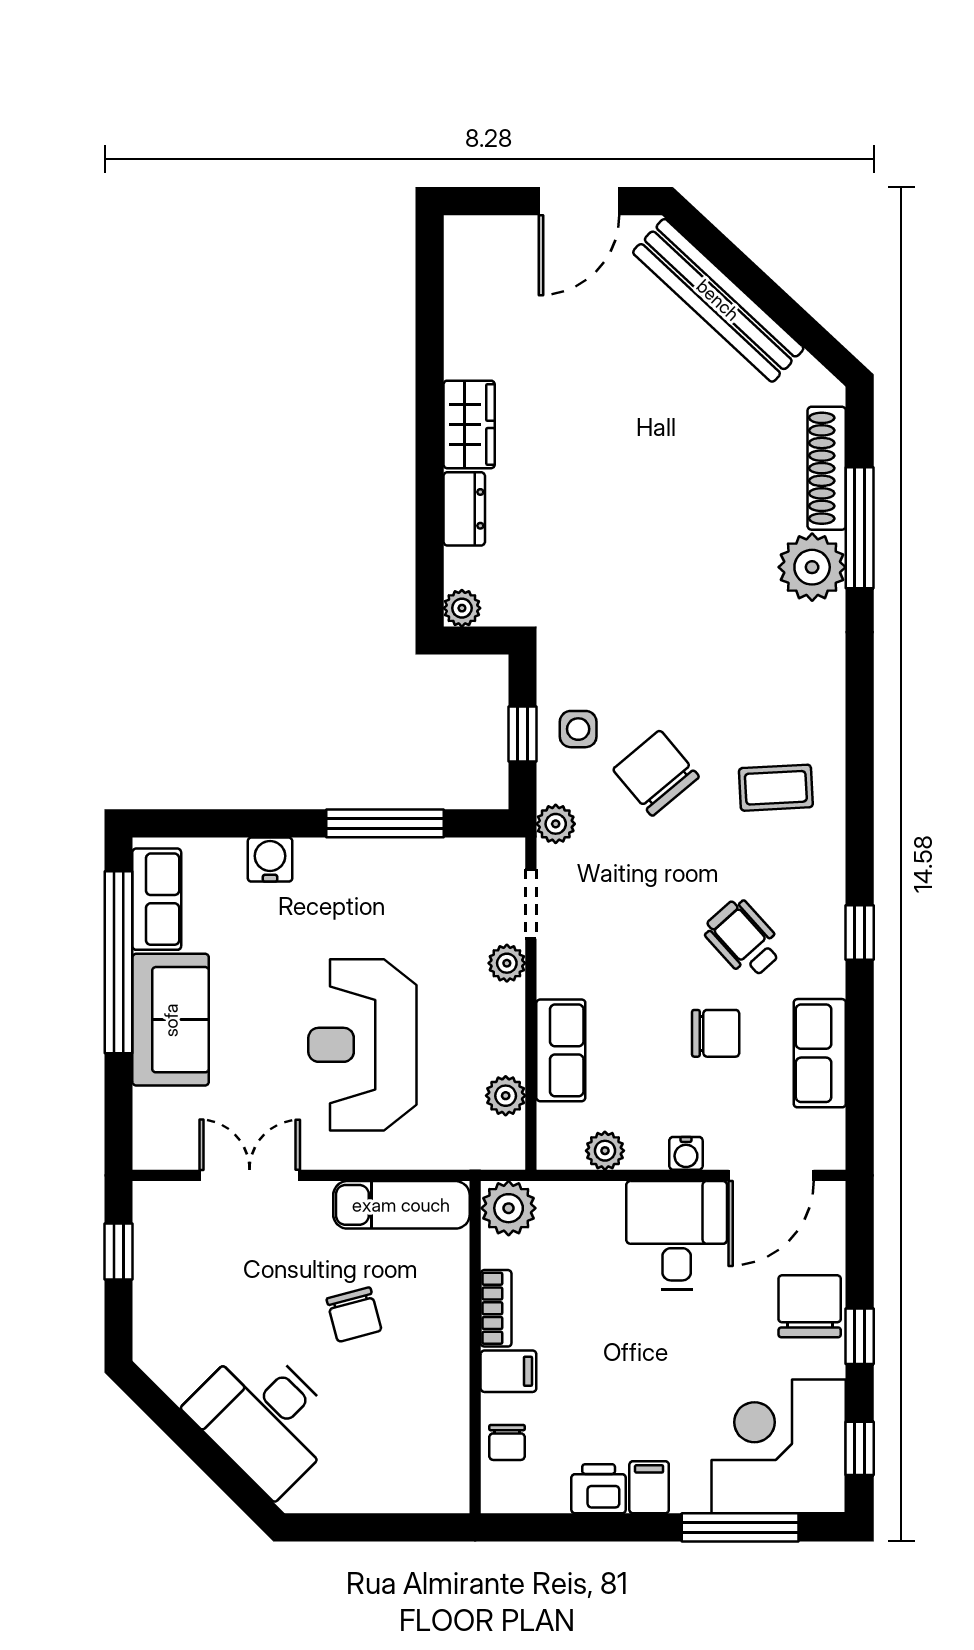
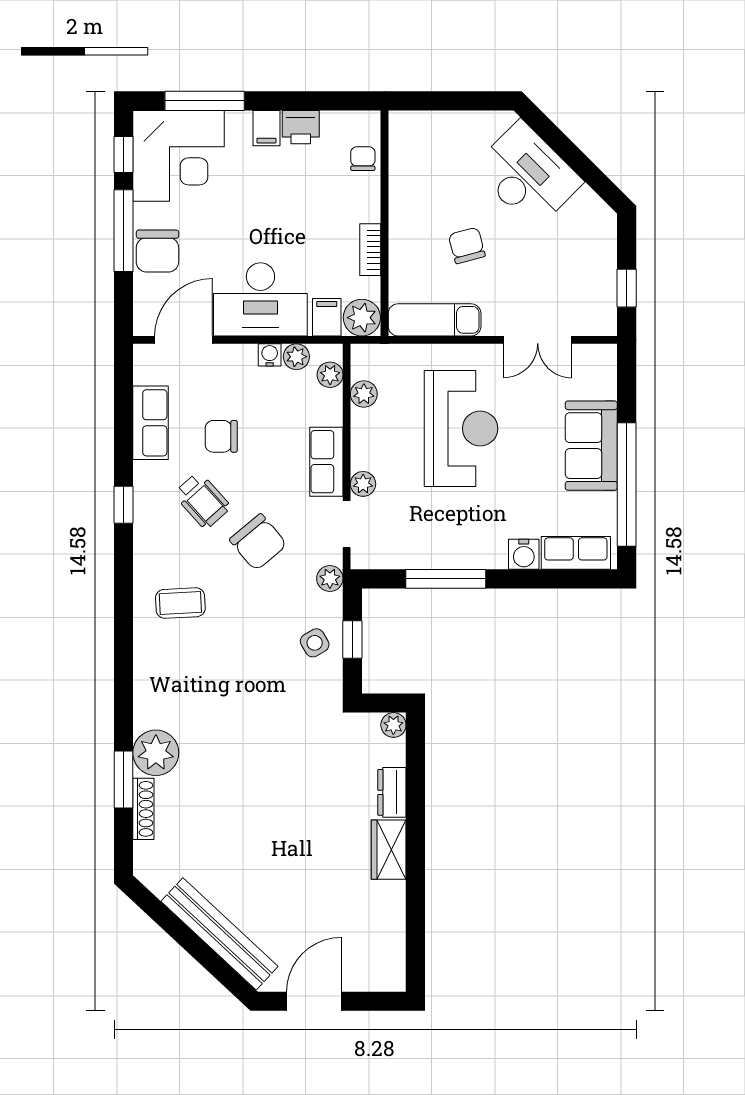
shoe rack: (827, 468) -> (143, 809), width x0.74, depth x0.81
window: (860, 528) -> (124, 780), width x0.69
side table: (578, 729) -> (315, 643), turned -30
chair: (656, 773) -> (258, 542), moved
row of seats: (157, 899) -> (576, 553), moved, turned 90
row of seats: (561, 1050) -> (326, 462), moved
plant: (555, 1124) -> (330, 375), added
water cooler: (686, 1153) -> (270, 355), moved
desk: (677, 1235) -> (260, 299), width x1.37
window: (860, 1336) -> (124, 231), width x2.17
filing cabinet: (508, 1371) -> (327, 317), moved, turned 90

